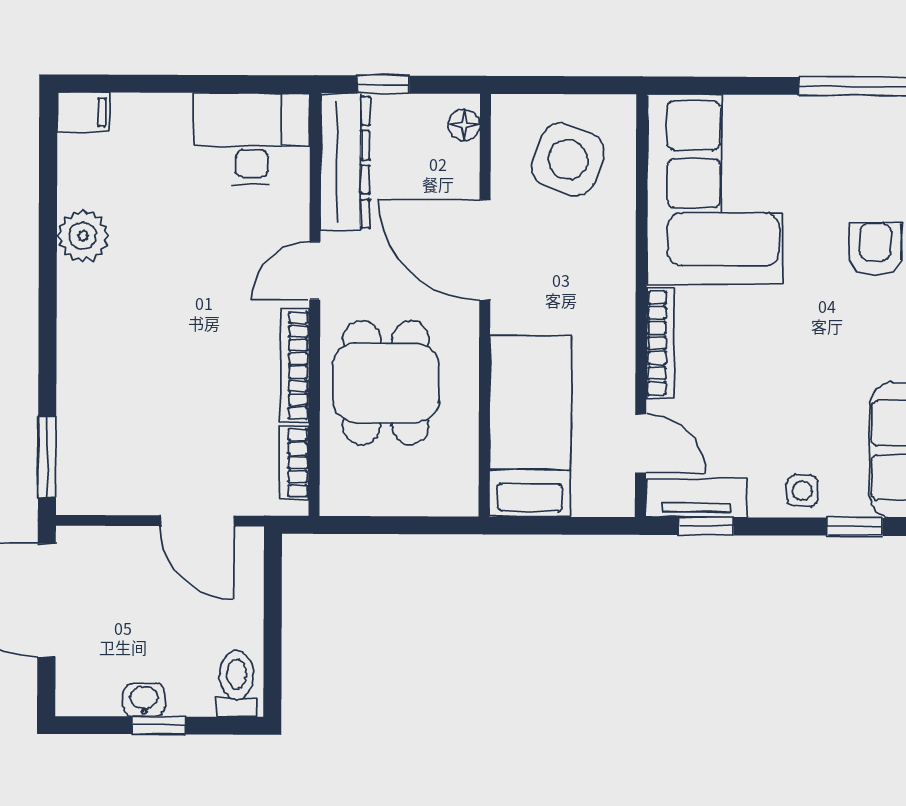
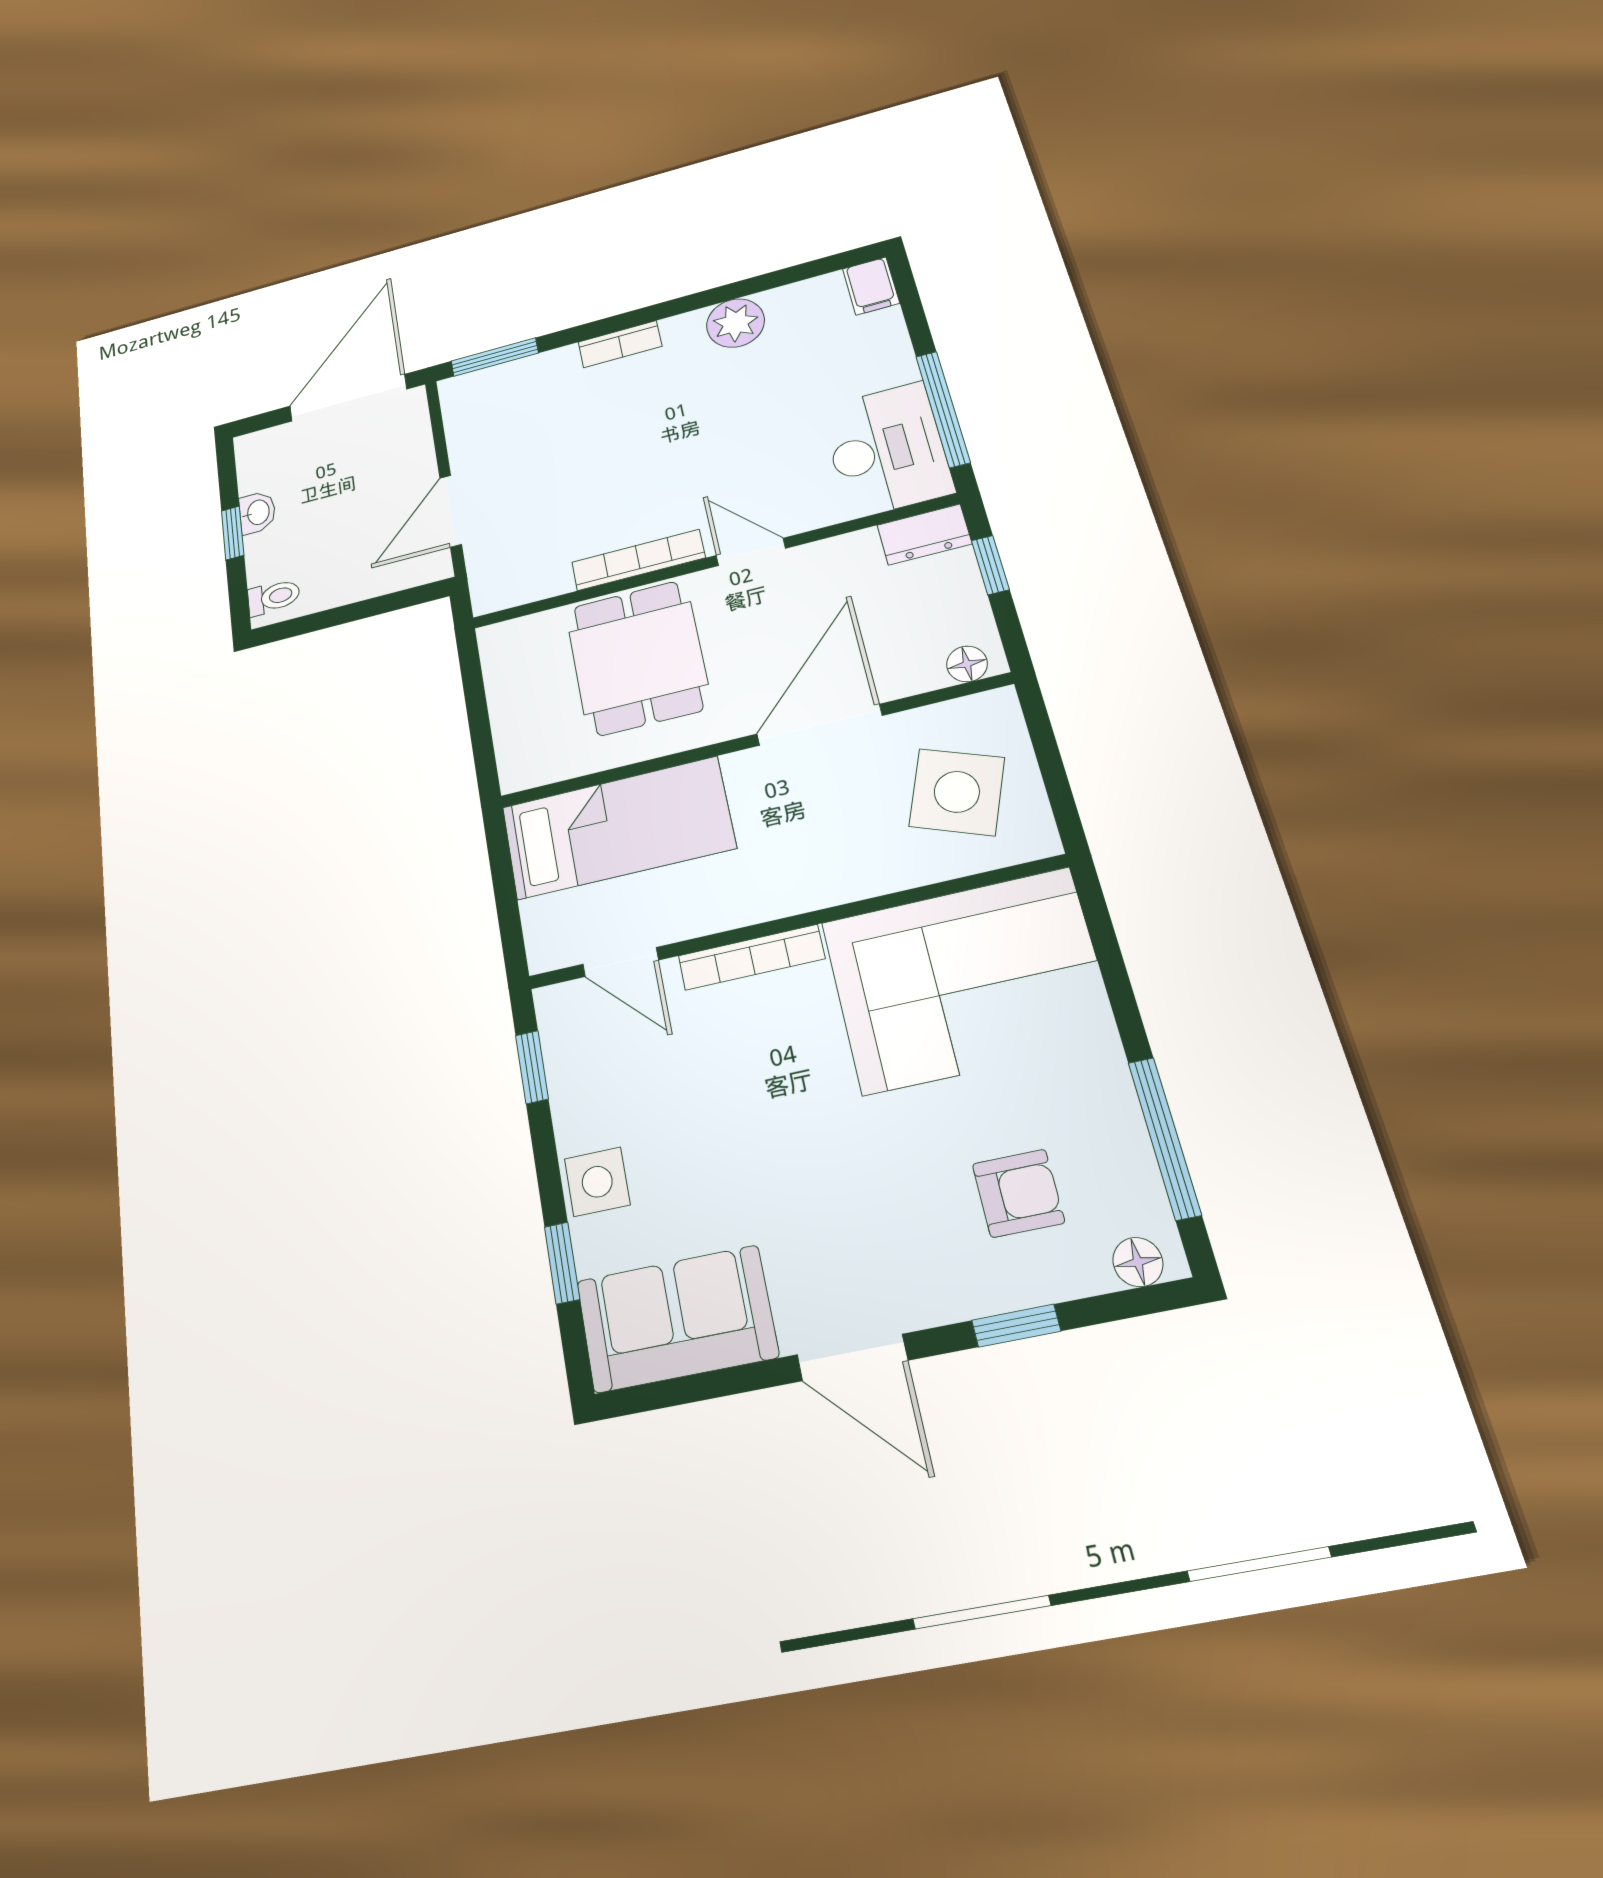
window: (227, 84) -> (943, 409), added
dresser: (345, 162) -> (924, 535), width x0.51, depth x0.80
armchair: (875, 249) -> (1018, 1193), moved
dining table: (386, 383) -> (638, 658), turned 90
door: (641, 444) -> (621, 962), hinge flipped
bookcase: (294, 463) -> (620, 344), moved, turned 180
side table: (802, 491) -> (597, 1182), width x1.37, depth x1.37
tv unit: (696, 498) -> (565, 1046), removed
toilet: (236, 684) -> (274, 597), width x0.73, depth x0.72

